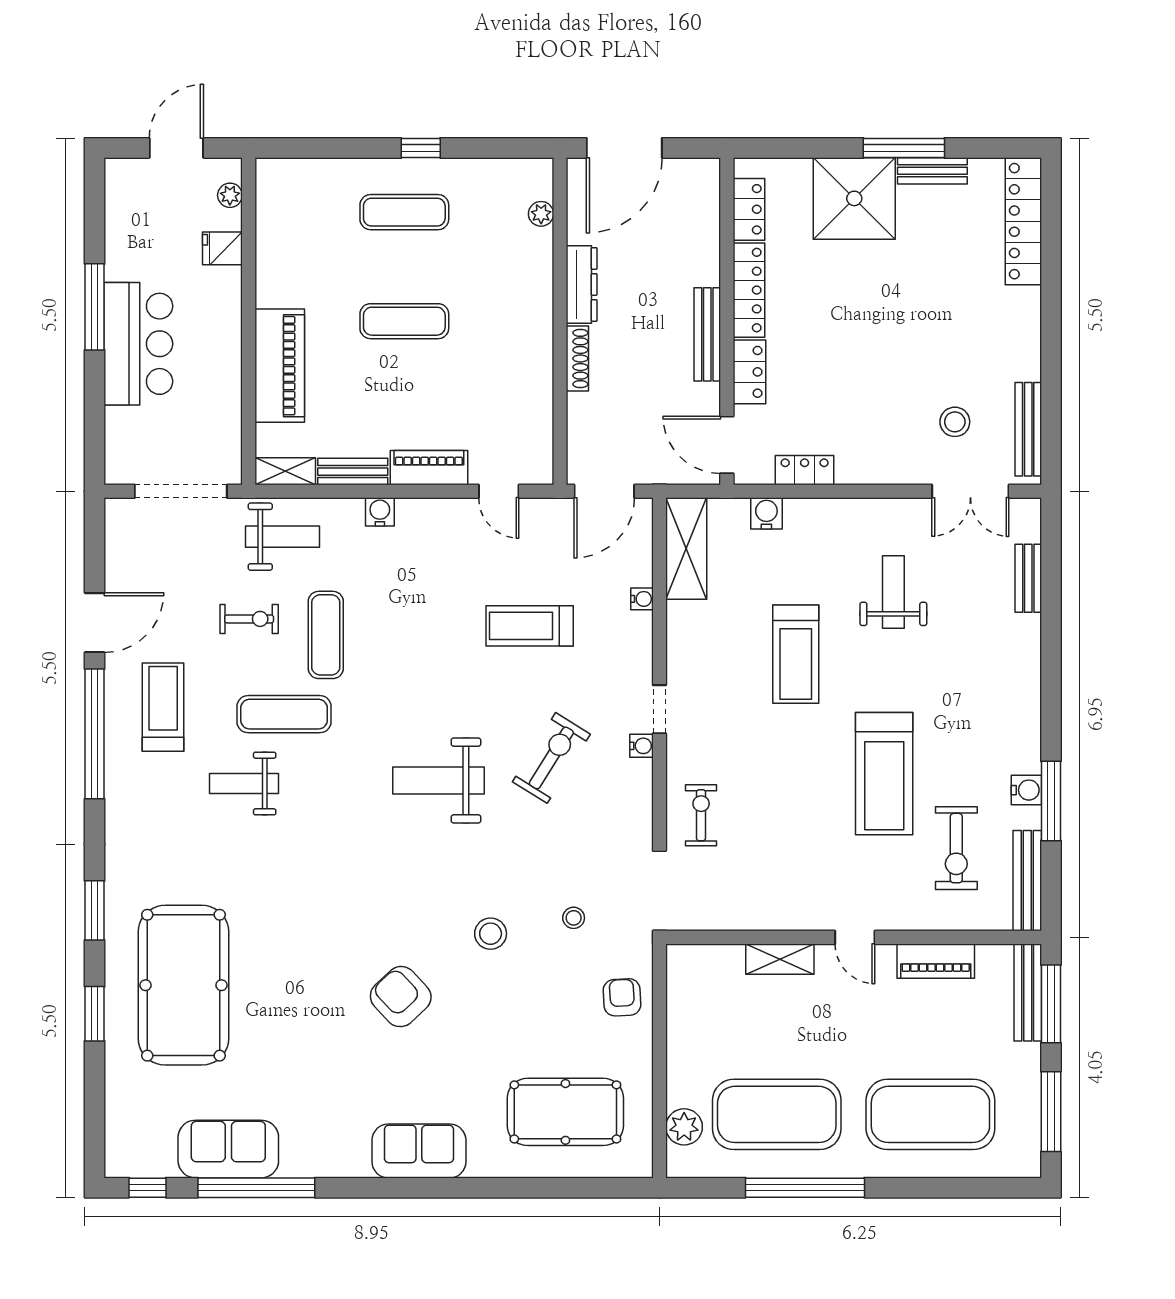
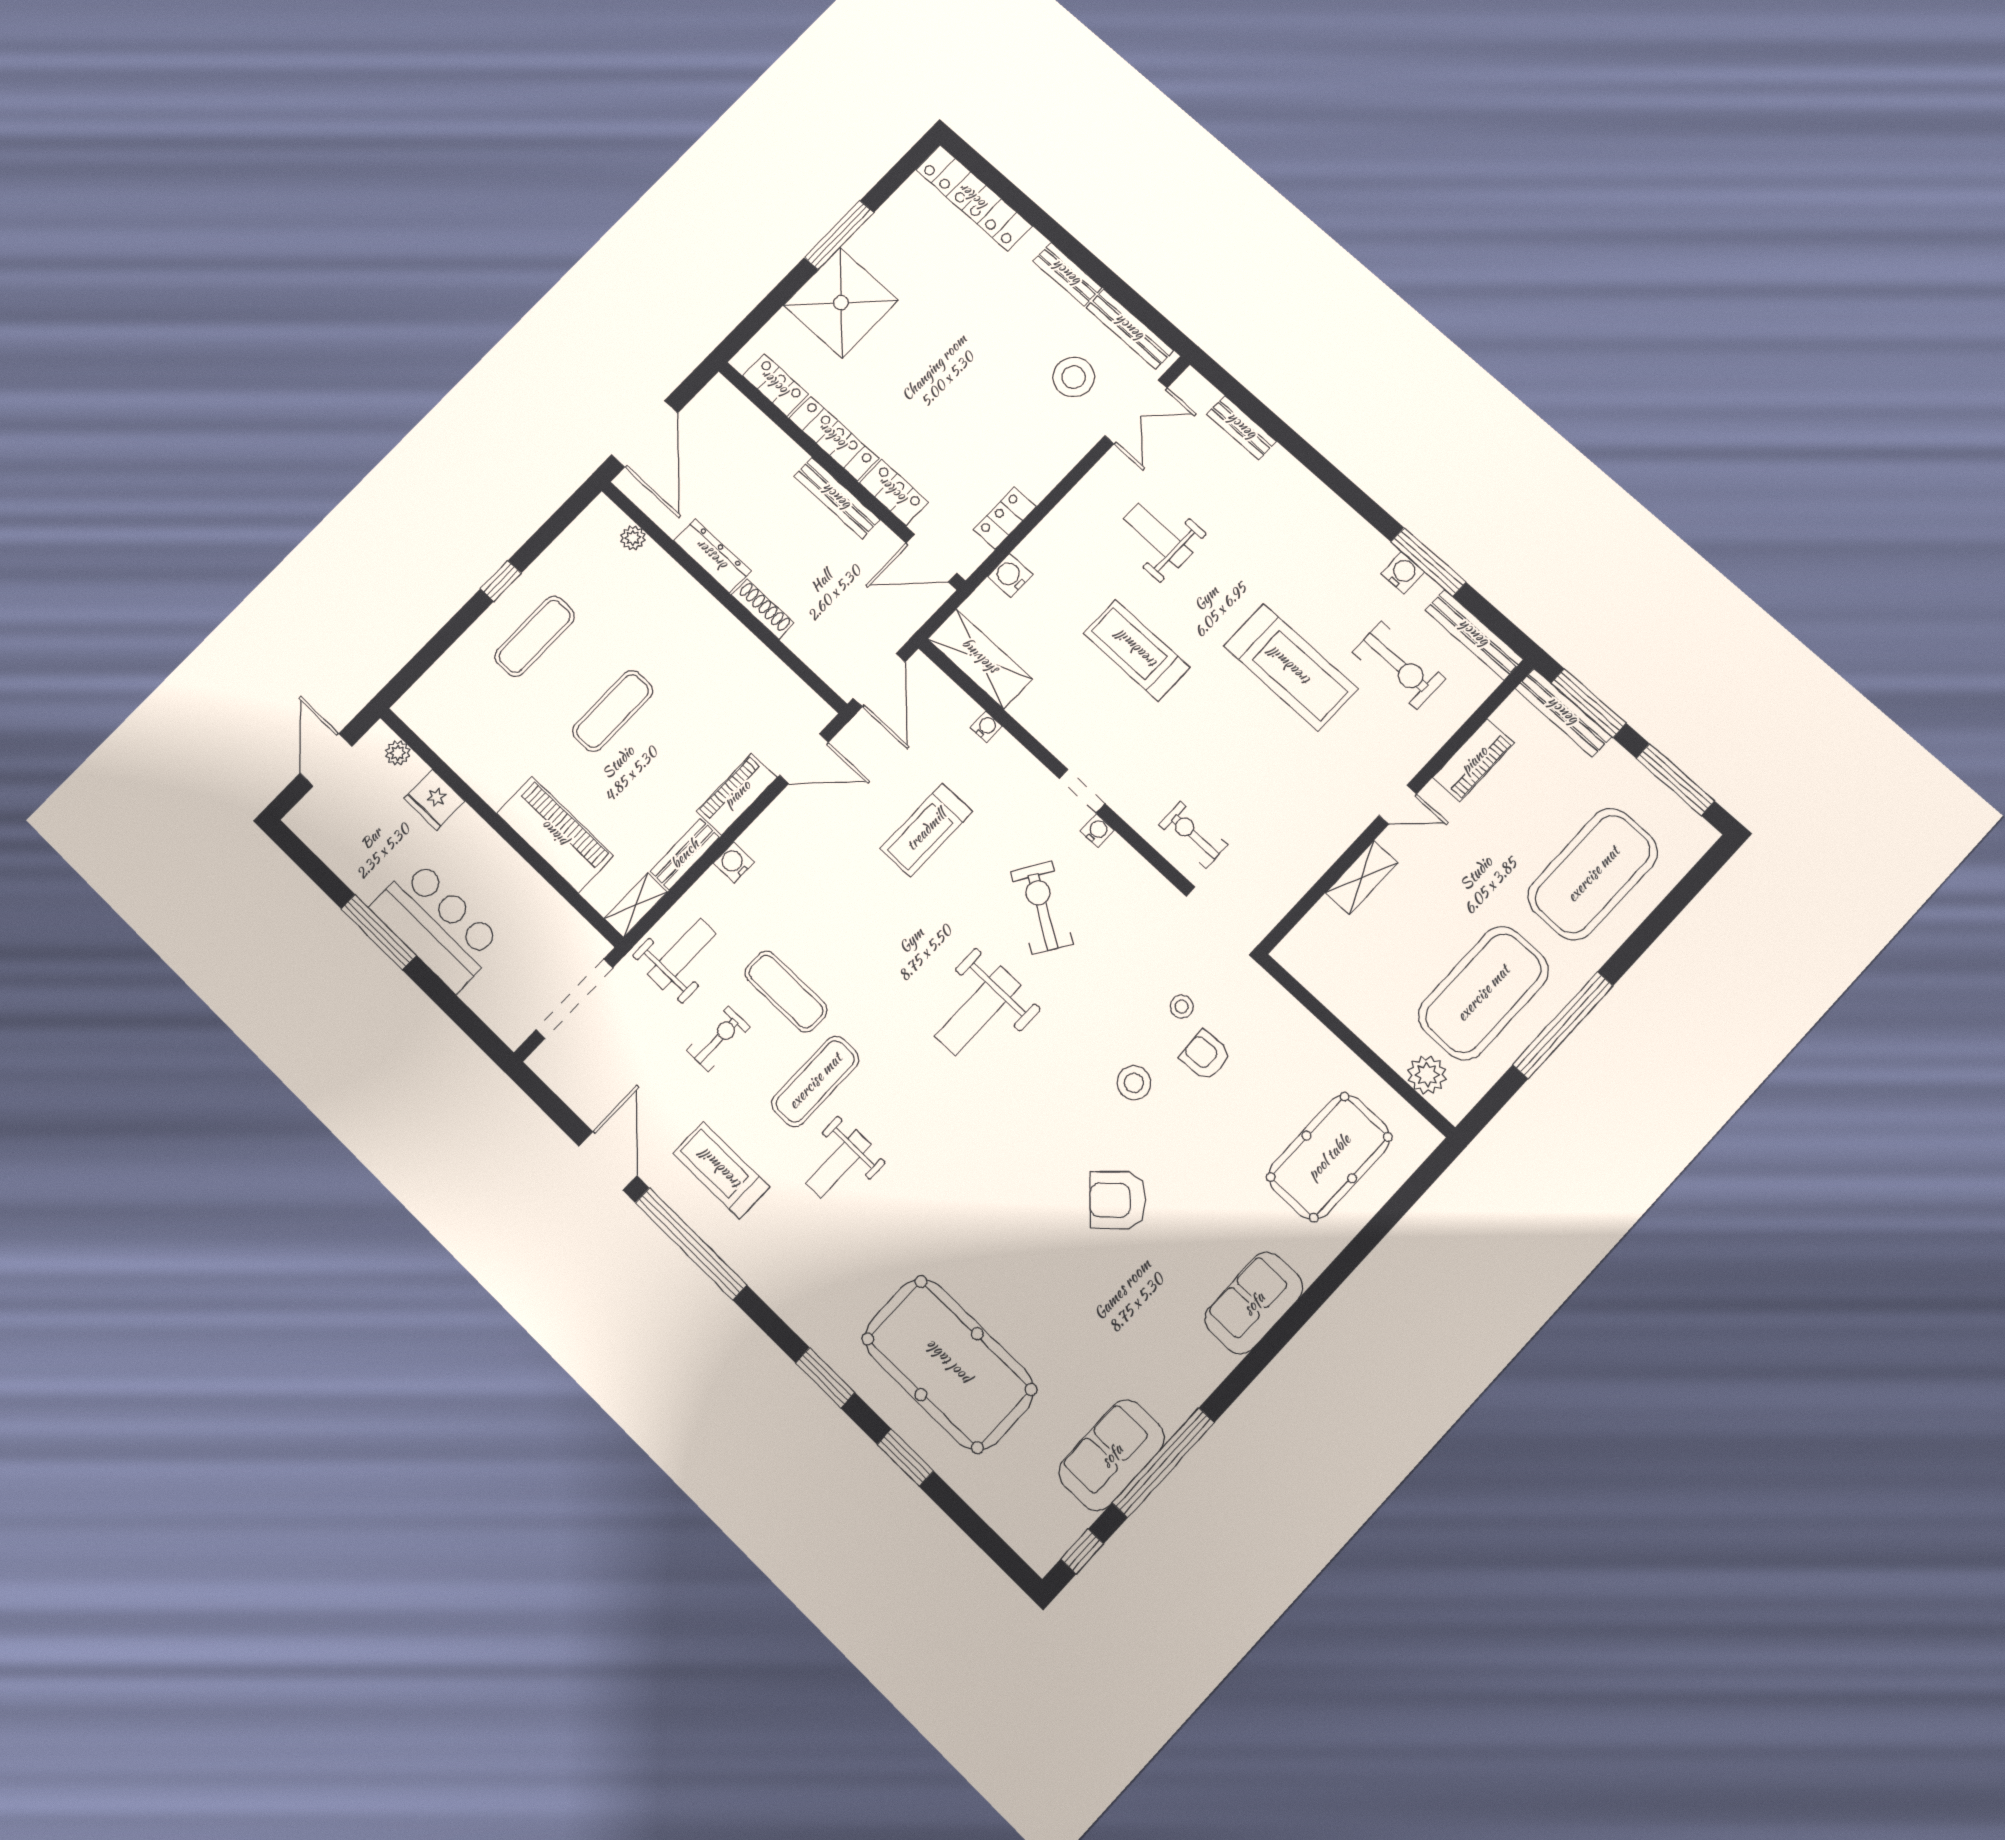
bench: (932, 171) -> (1067, 274), moved, turned 90
fridge: (222, 248) -> (434, 800), width x1.38
stool: (955, 422) -> (1074, 377), width x1.38, depth x1.38
door: (499, 491) -> (804, 759), width x1.38
treadmill: (796, 654) -> (1137, 650), turned 180
armchair: (622, 997) -> (1205, 1056), moved

